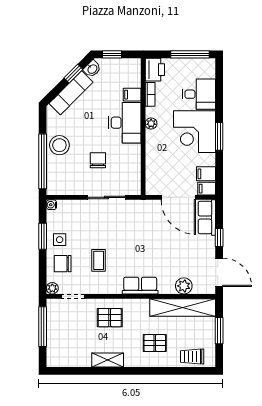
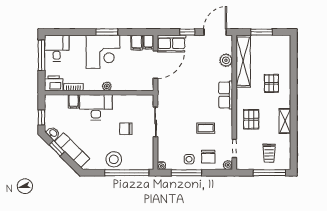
desk: (199, 94) -> (57, 48), moved
plant: (151, 123) -> (107, 86), moved
window: (43, 236) -> (186, 173), width x1.44
window: (43, 327) -> (269, 173), moved
trolley: (192, 356) -> (269, 153), moved

